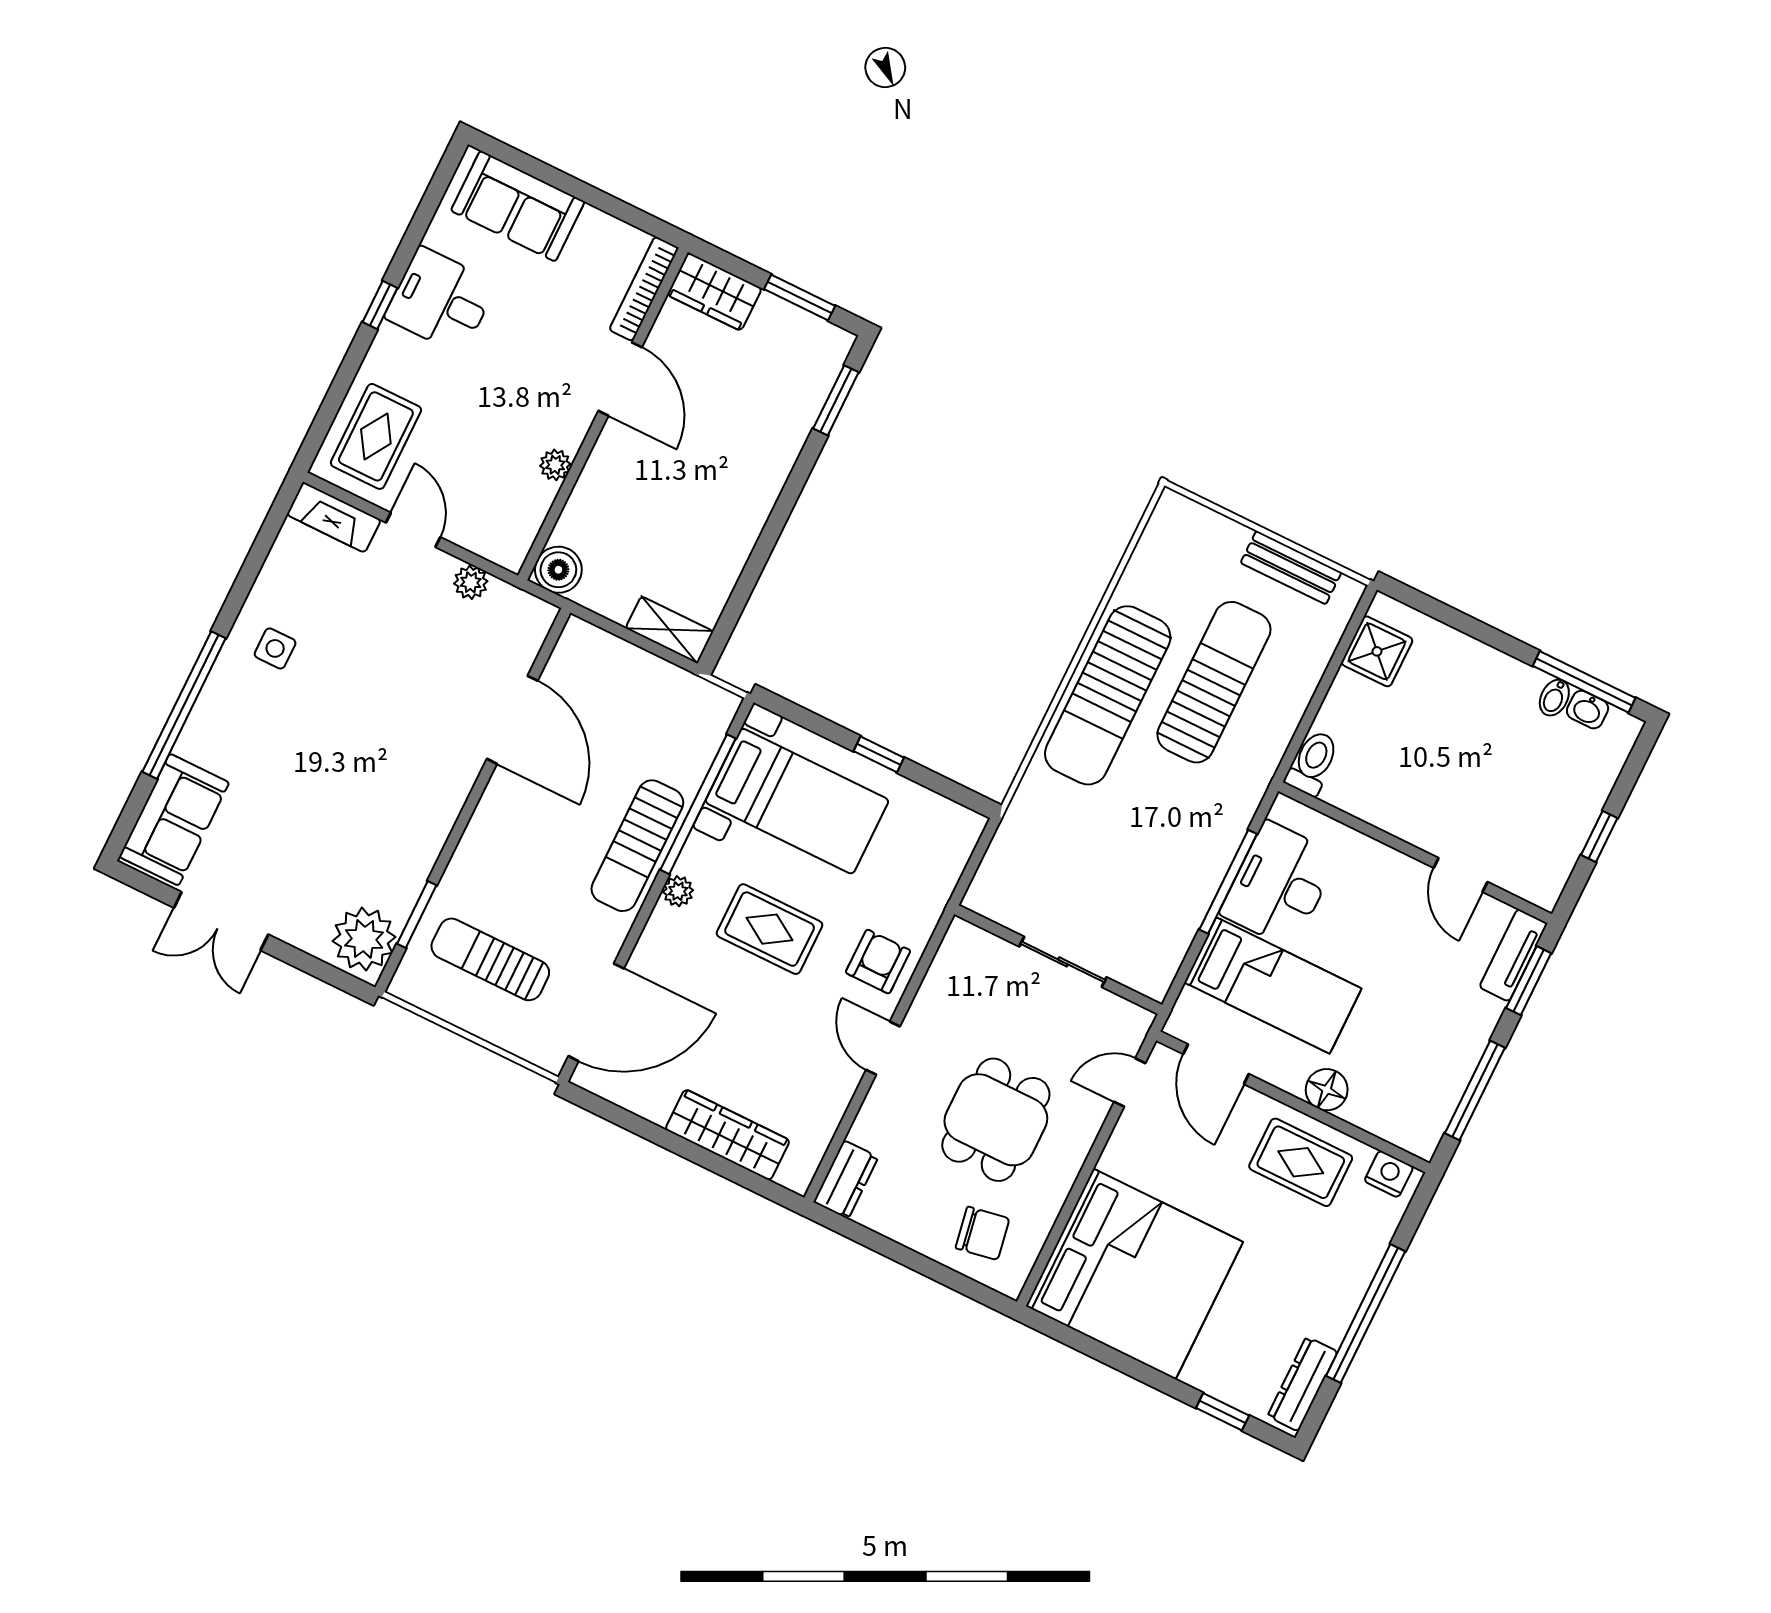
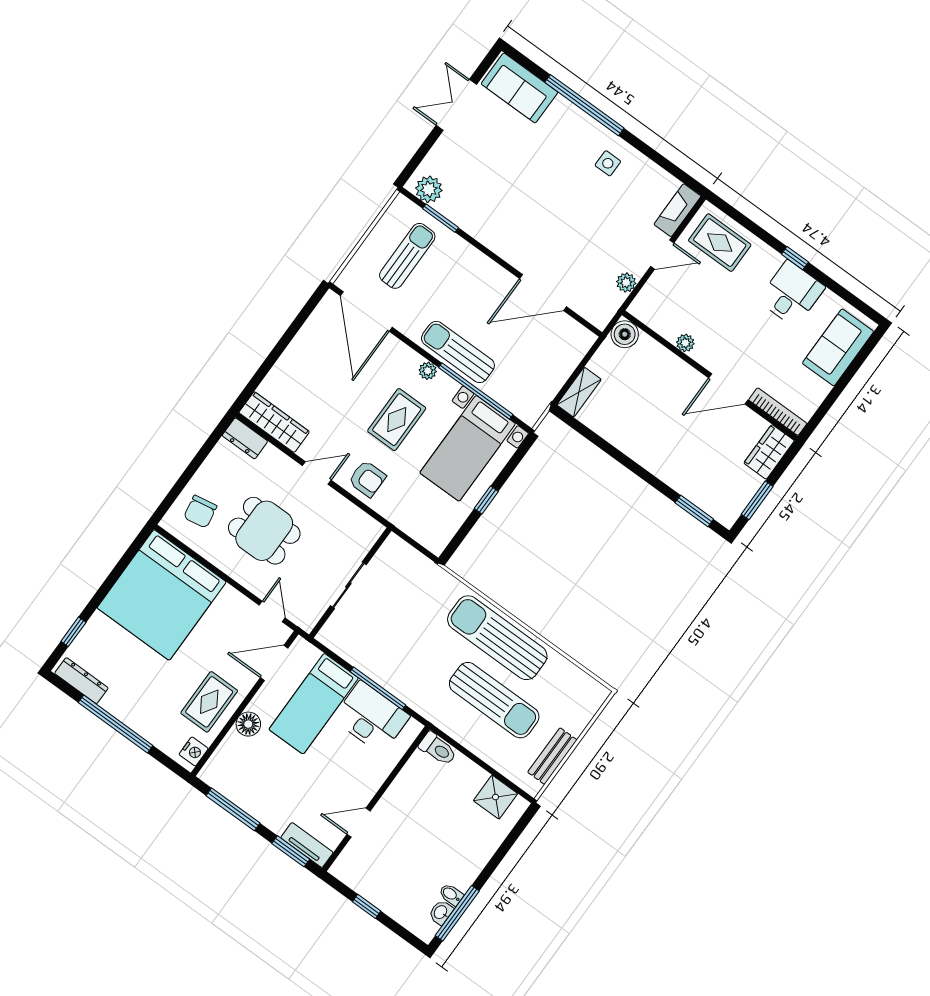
plant: (364, 939) -> (429, 189), width x0.73, depth x0.73
wardrobe: (727, 1135) -> (274, 422), moved, turned -90

